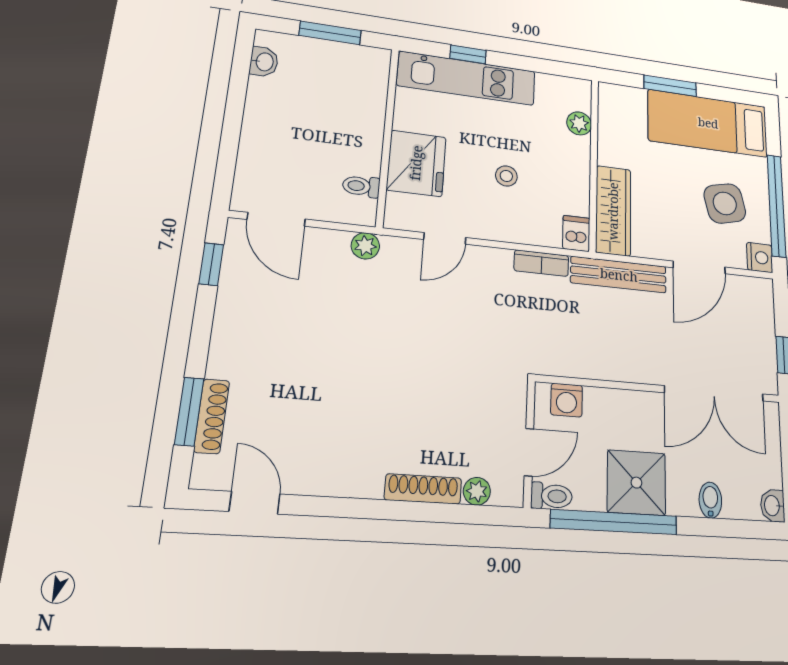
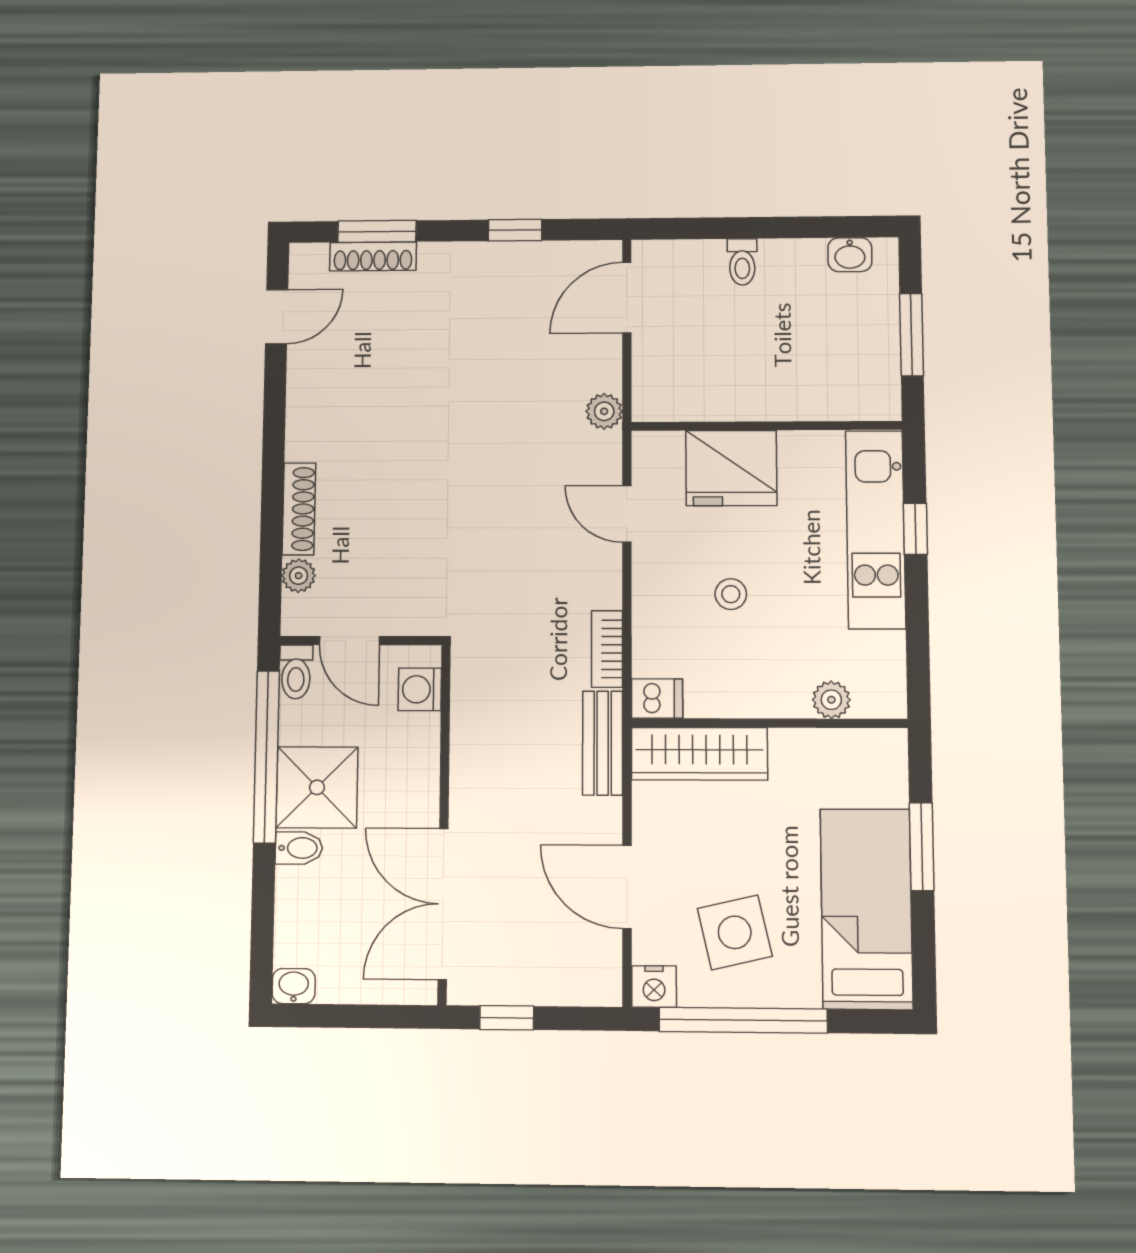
toilet: (361, 186) -> (742, 262), moved, turned 180
window: (211, 264) -> (515, 230), moved
bench: (619, 275) -> (603, 743), width x0.73
bidet: (710, 500) -> (299, 848), moved

